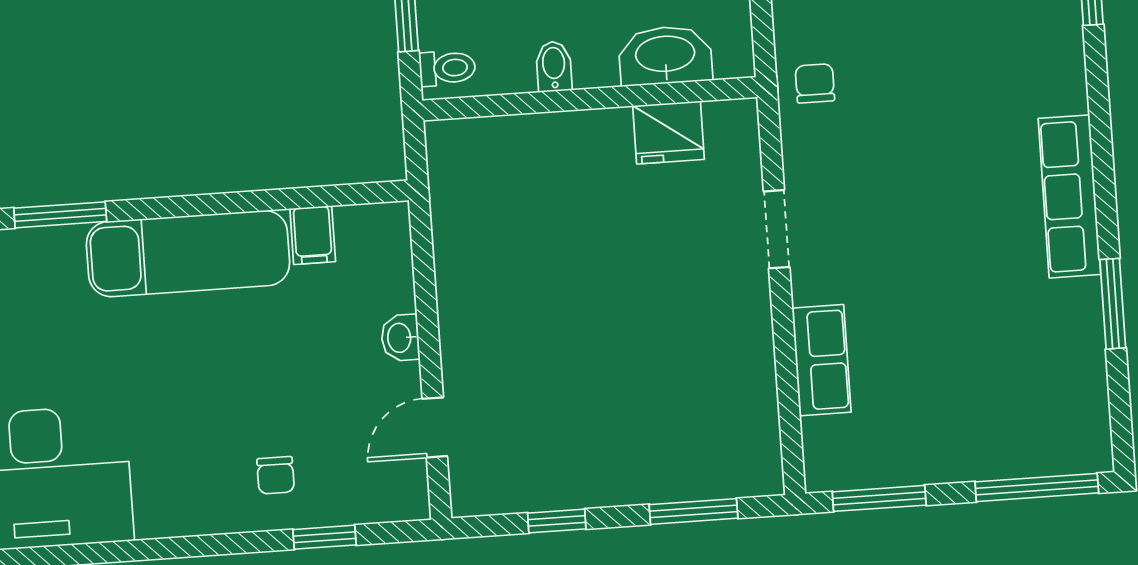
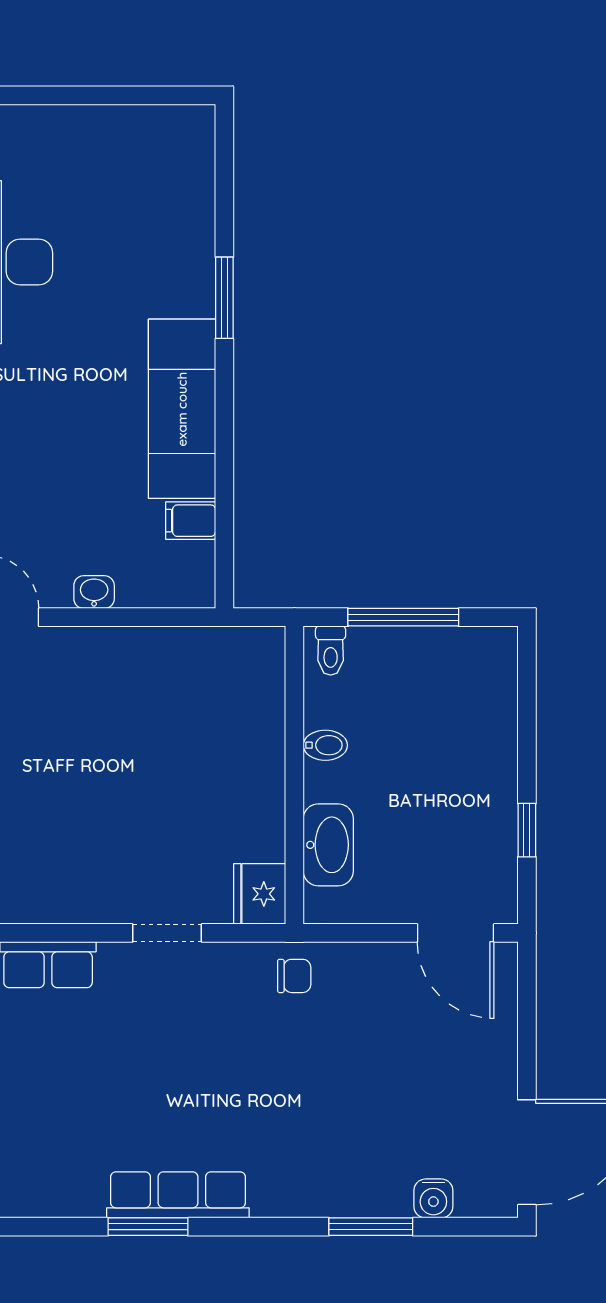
fridge: (668, 133) -> (260, 894), moved
window: (1113, 304) -> (148, 1227), moved

